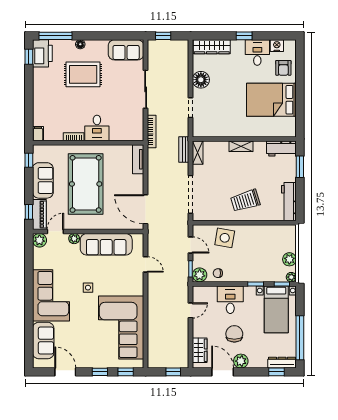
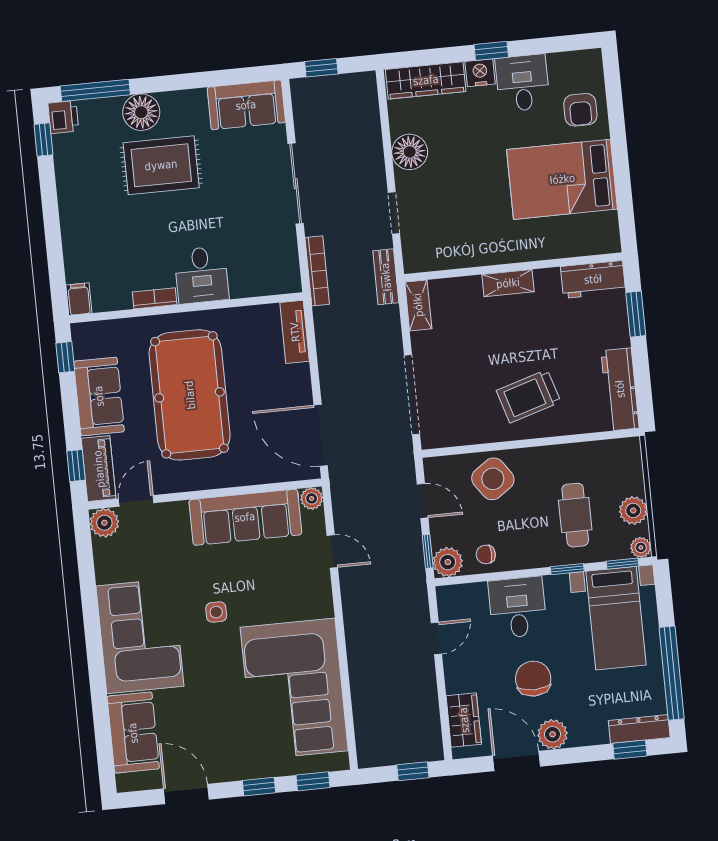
floor lamp: (80, 44) -> (141, 112), width x1.89, depth x1.89
nightstand: (277, 46) -> (480, 73), moved
printer: (42, 53) -> (63, 117), width x0.53, depth x0.68
bench: (184, 150) -> (386, 277), moved
side table: (225, 238) -> (493, 479), turned 45
plant: (74, 239) -> (312, 498), moved
cafe table: (262, 259) -> (575, 515), added

